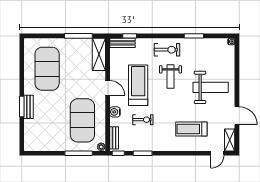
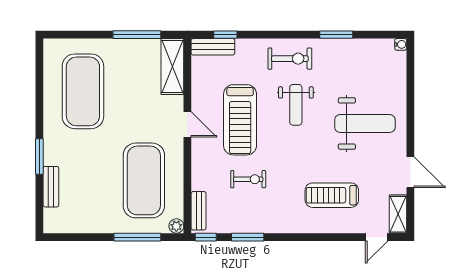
treadmill: (138, 85) -> (240, 120), turned 180
bench: (28, 107) -> (51, 187), moved
water cooler: (115, 112) -> (200, 166), removed

